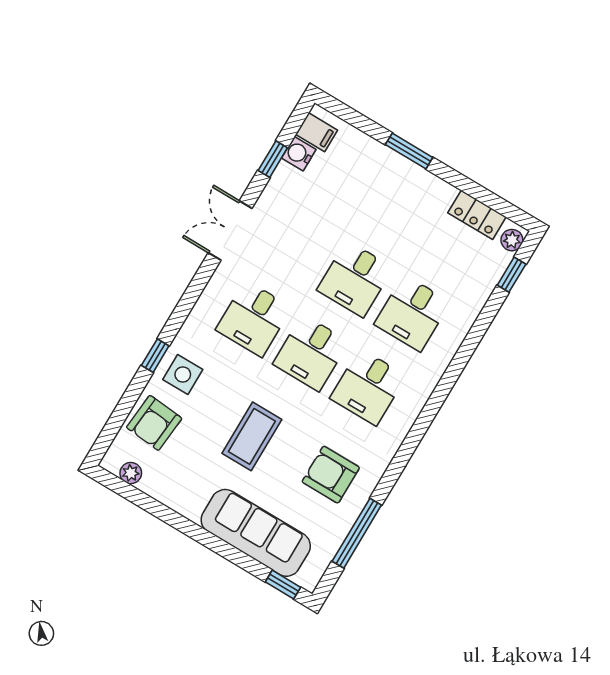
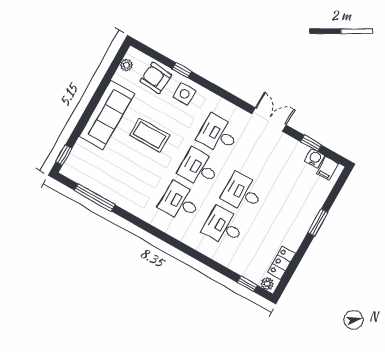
window: (155, 356) -> (182, 70), moved
armchair: (331, 475) -> (128, 181), removed
sofa: (256, 533) -> (107, 115), moved

